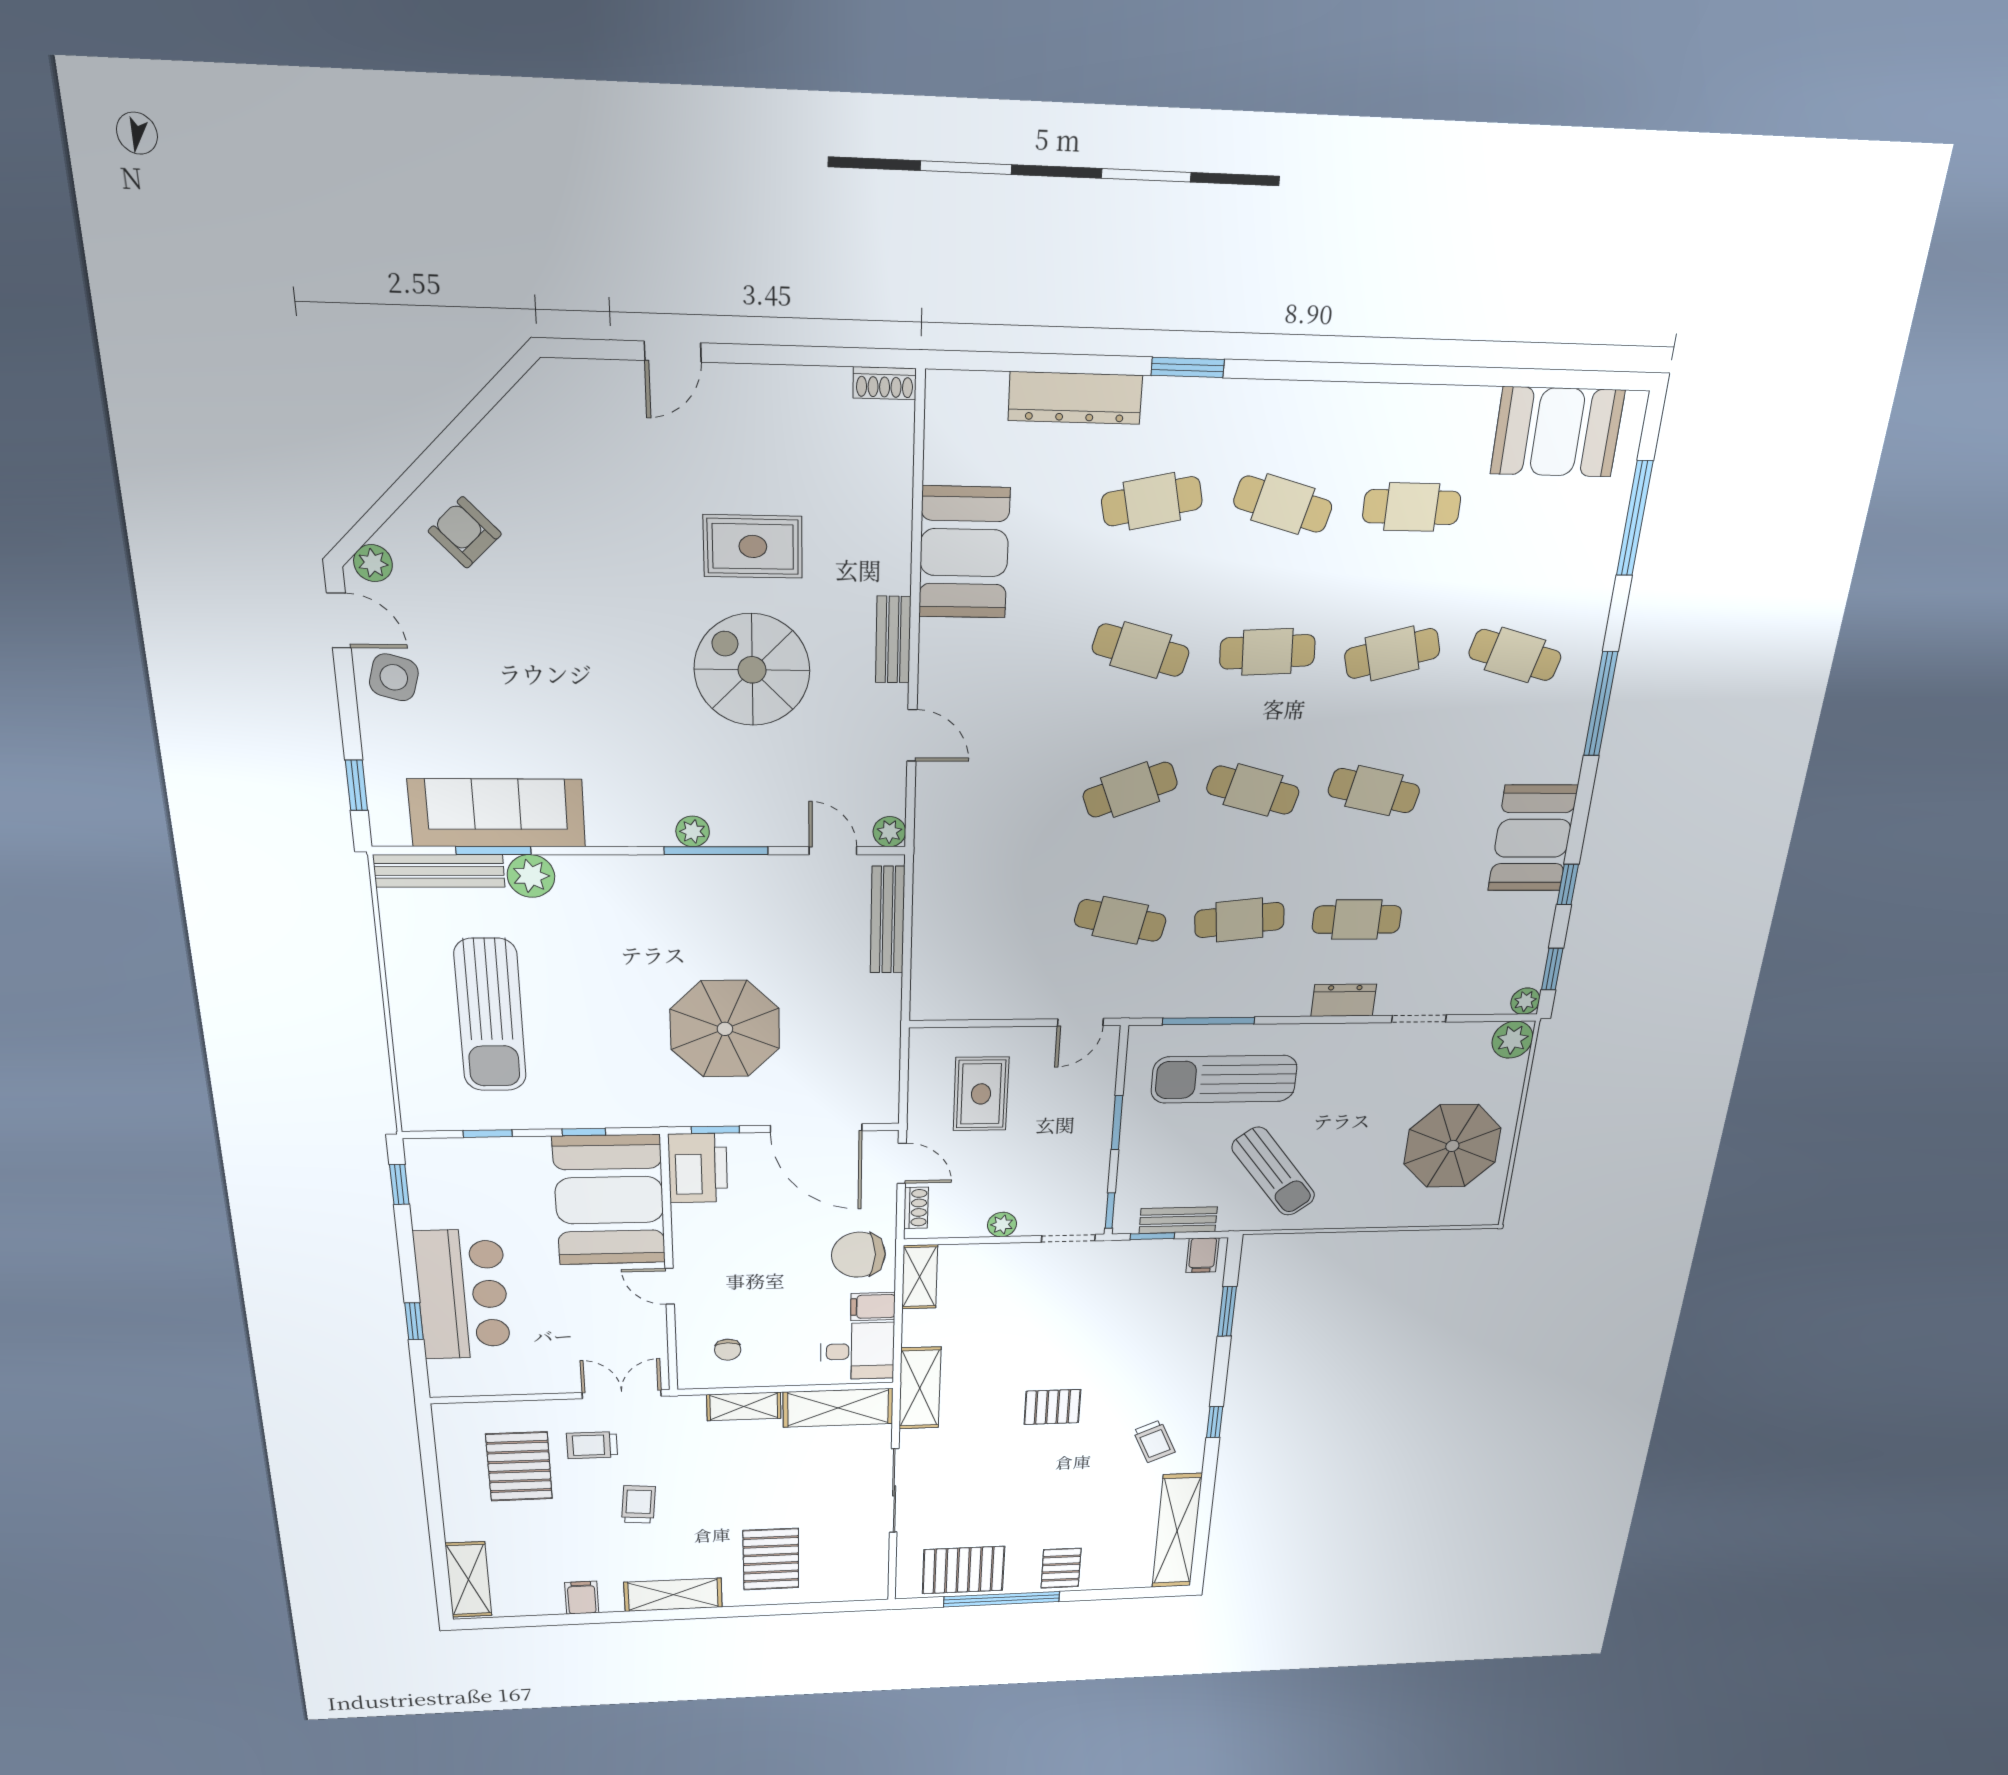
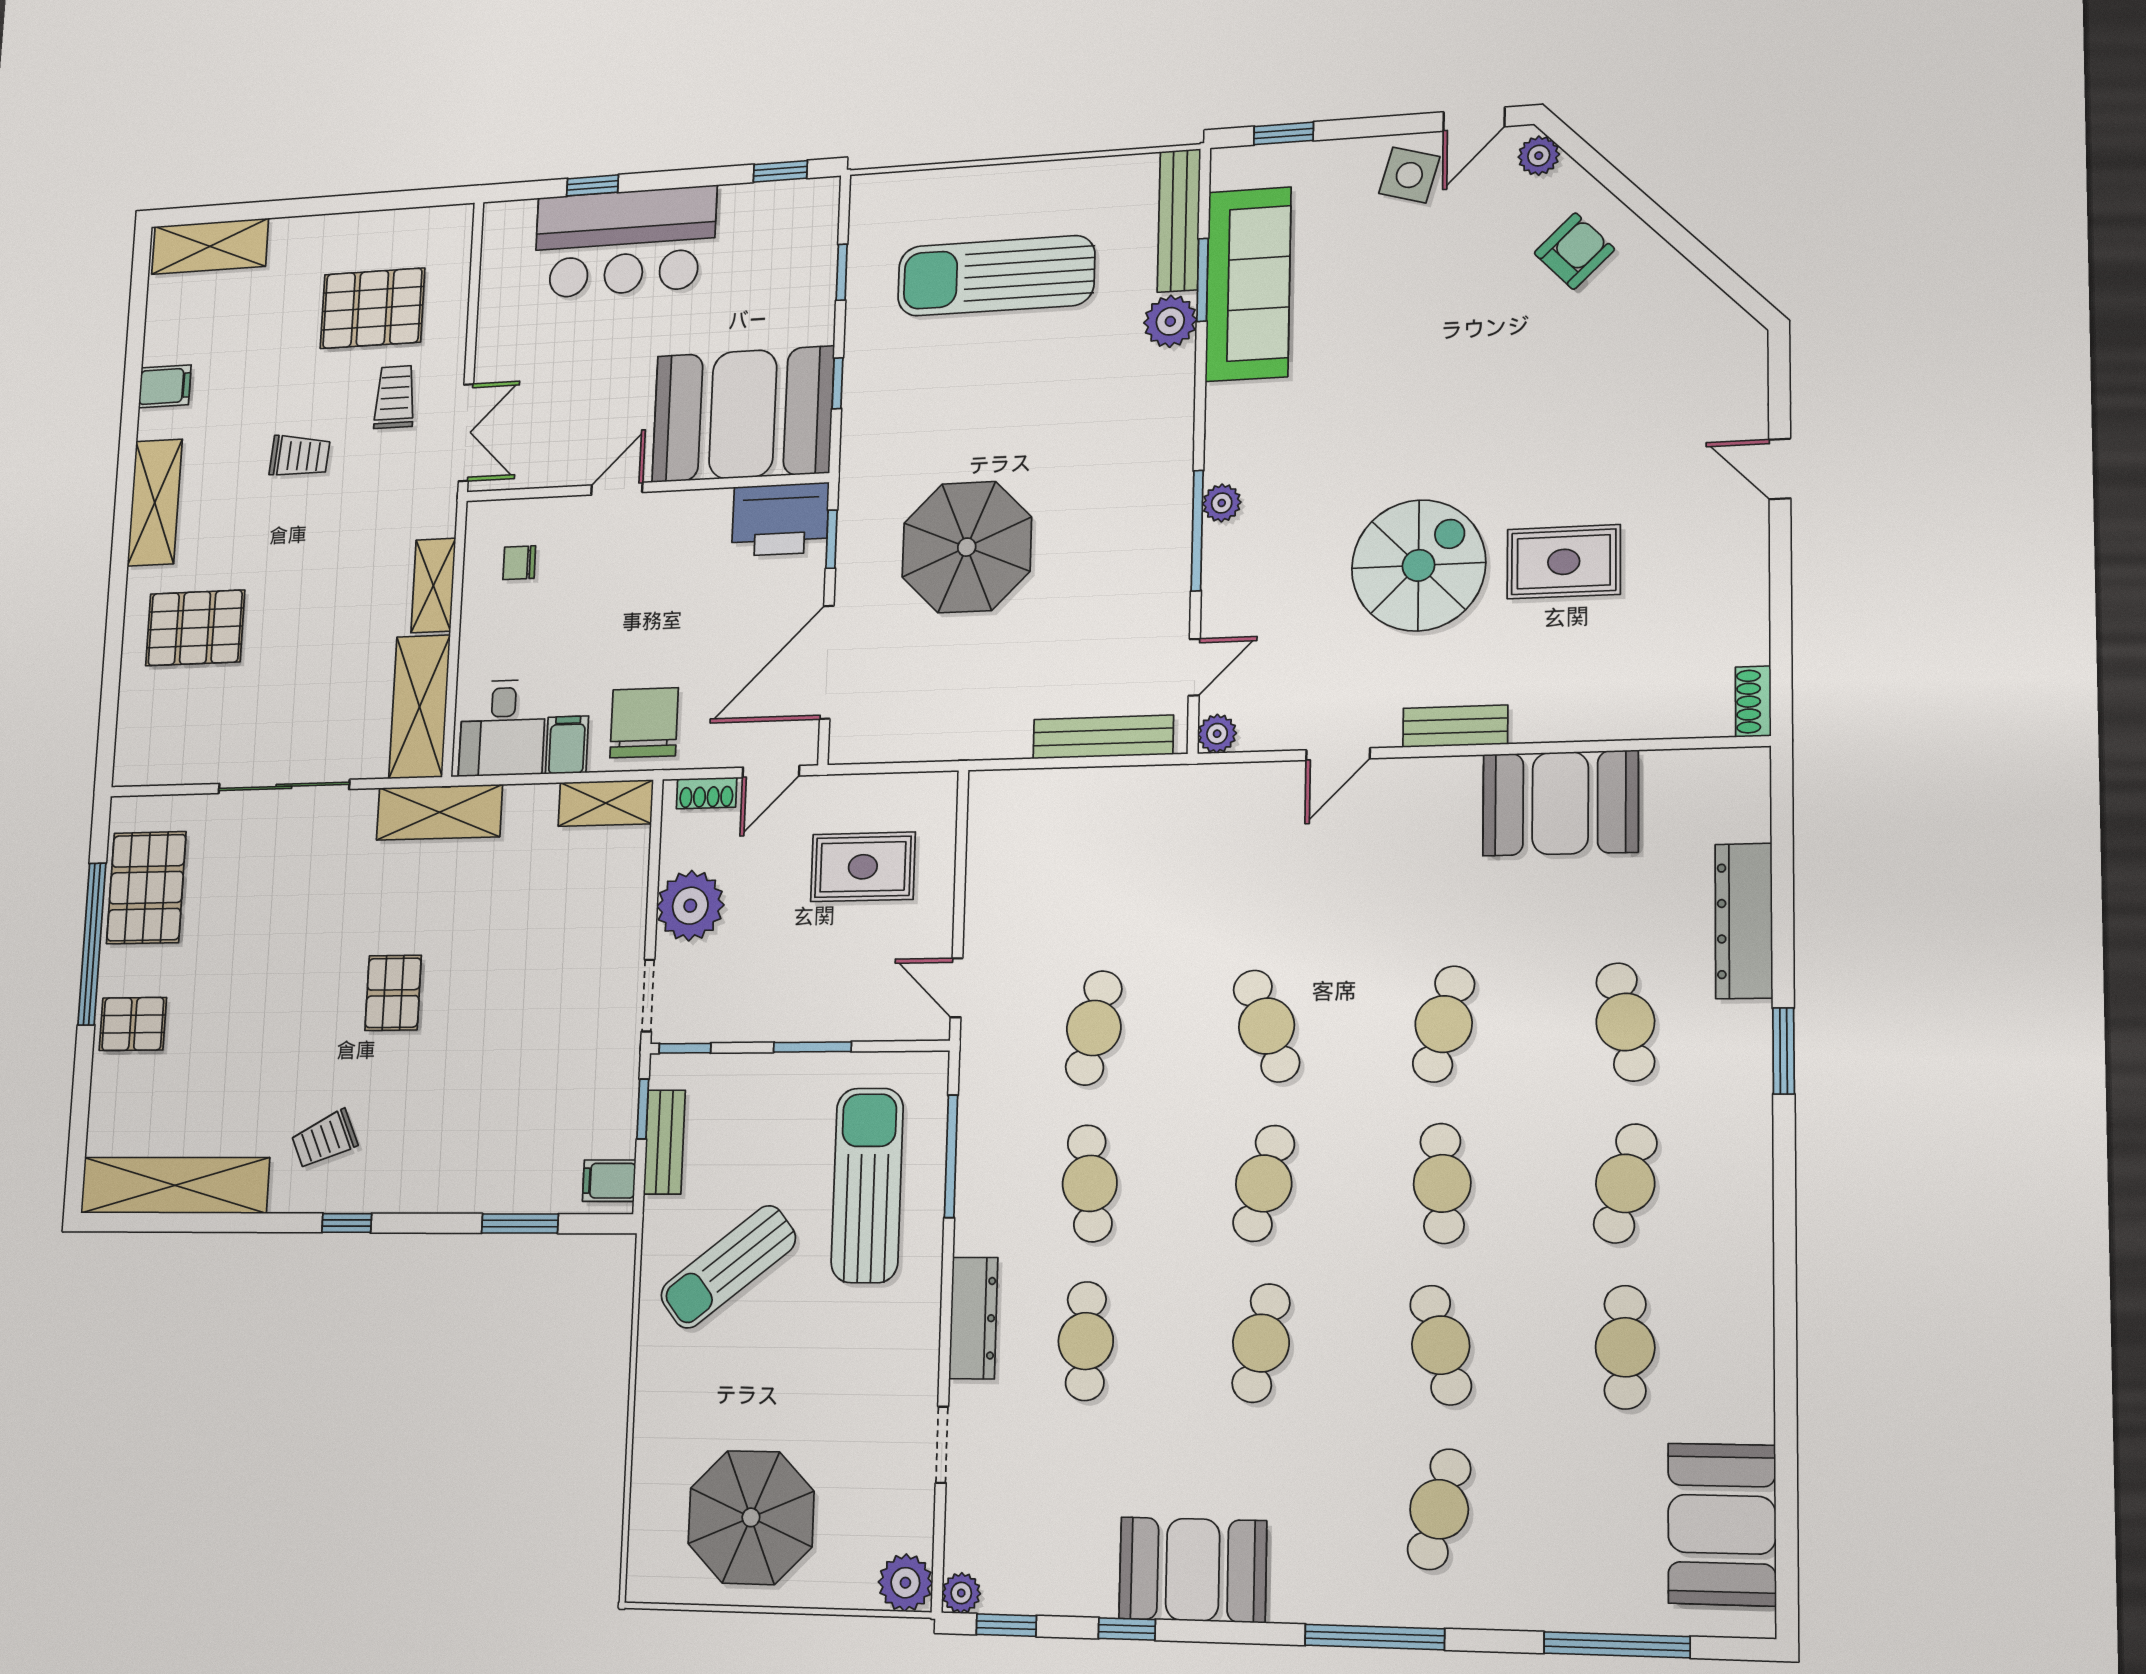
rug: (753, 546) -> (1564, 562), turned 90
dresser: (1344, 1000) -> (973, 1318), width x1.44
plant: (1002, 1225) -> (690, 906), width x1.88, depth x1.88

